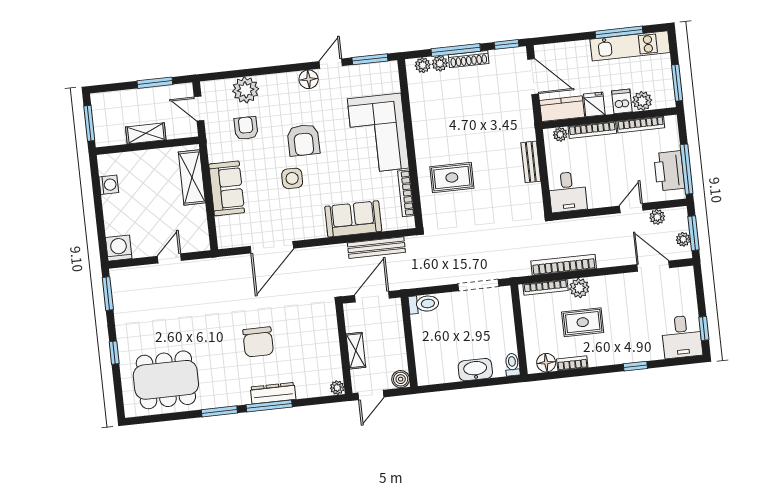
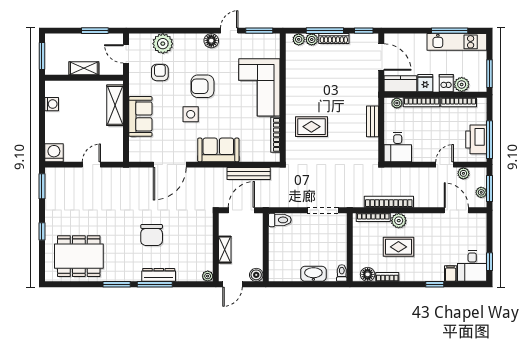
armchair: (304, 140) -> (202, 86), turned 90
sofa: (353, 219) -> (218, 150), moved
filing cabinet: (655, 350) -> (451, 274), added

